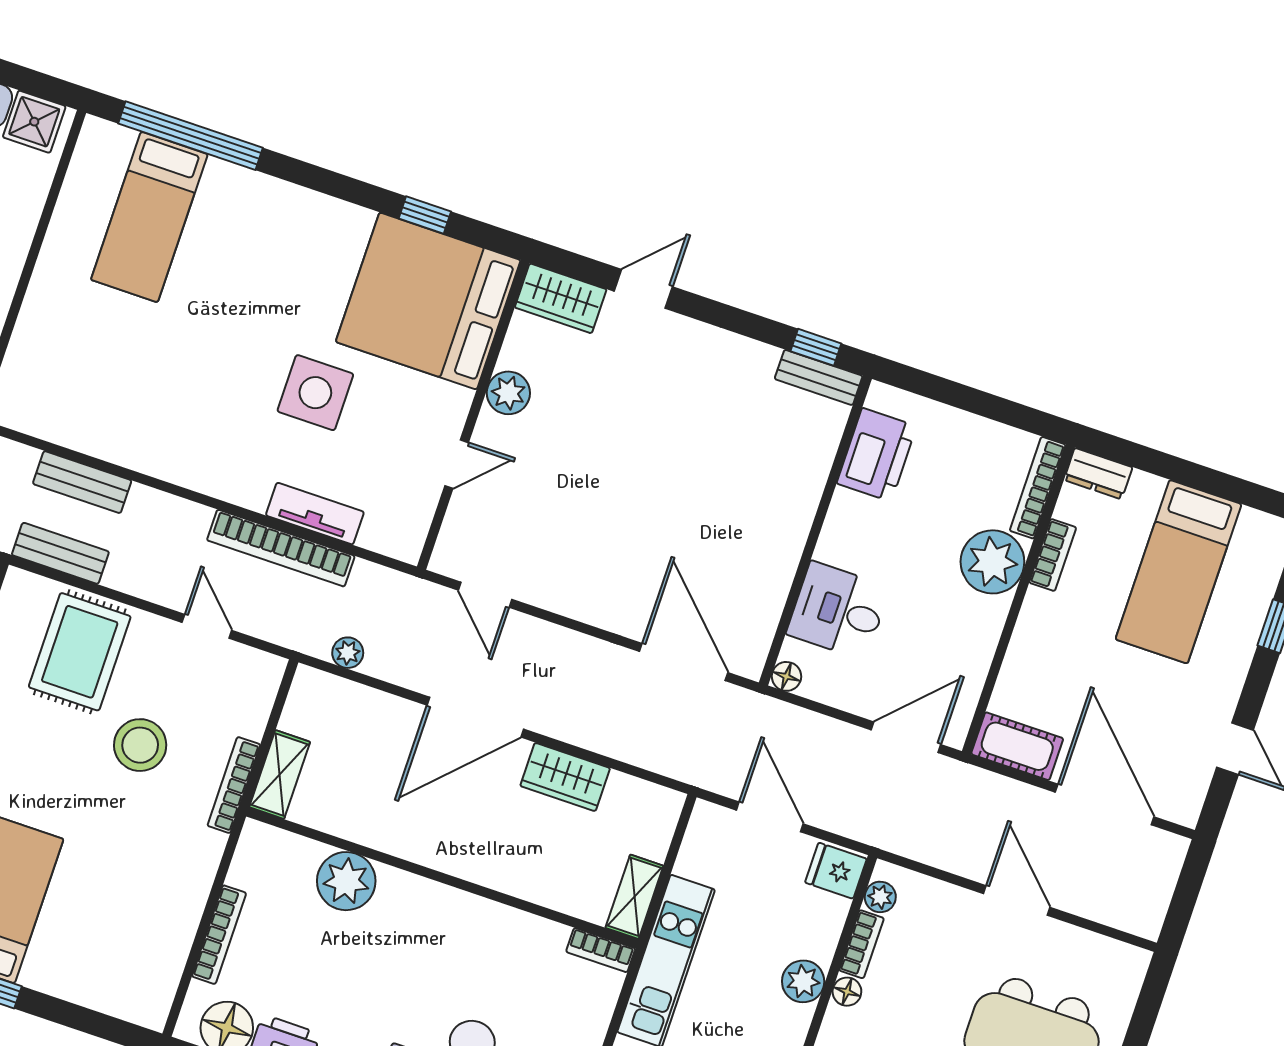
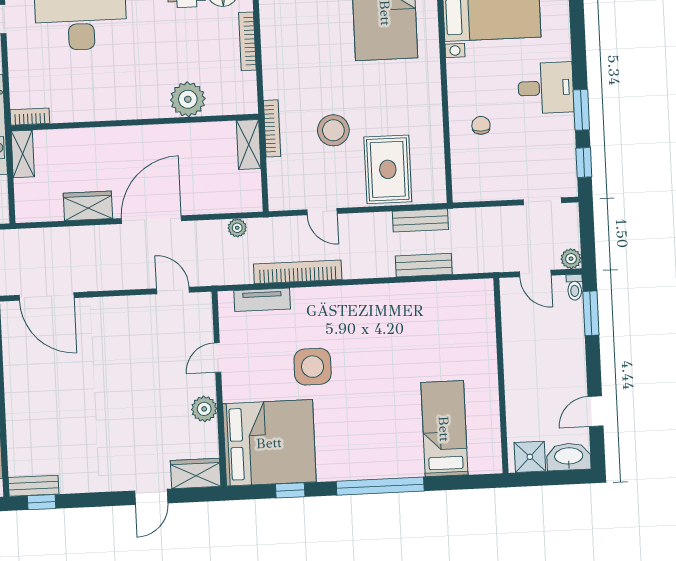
window: (191, 136) -> (380, 486), moved
tv unit: (315, 514) -> (262, 300), moved

